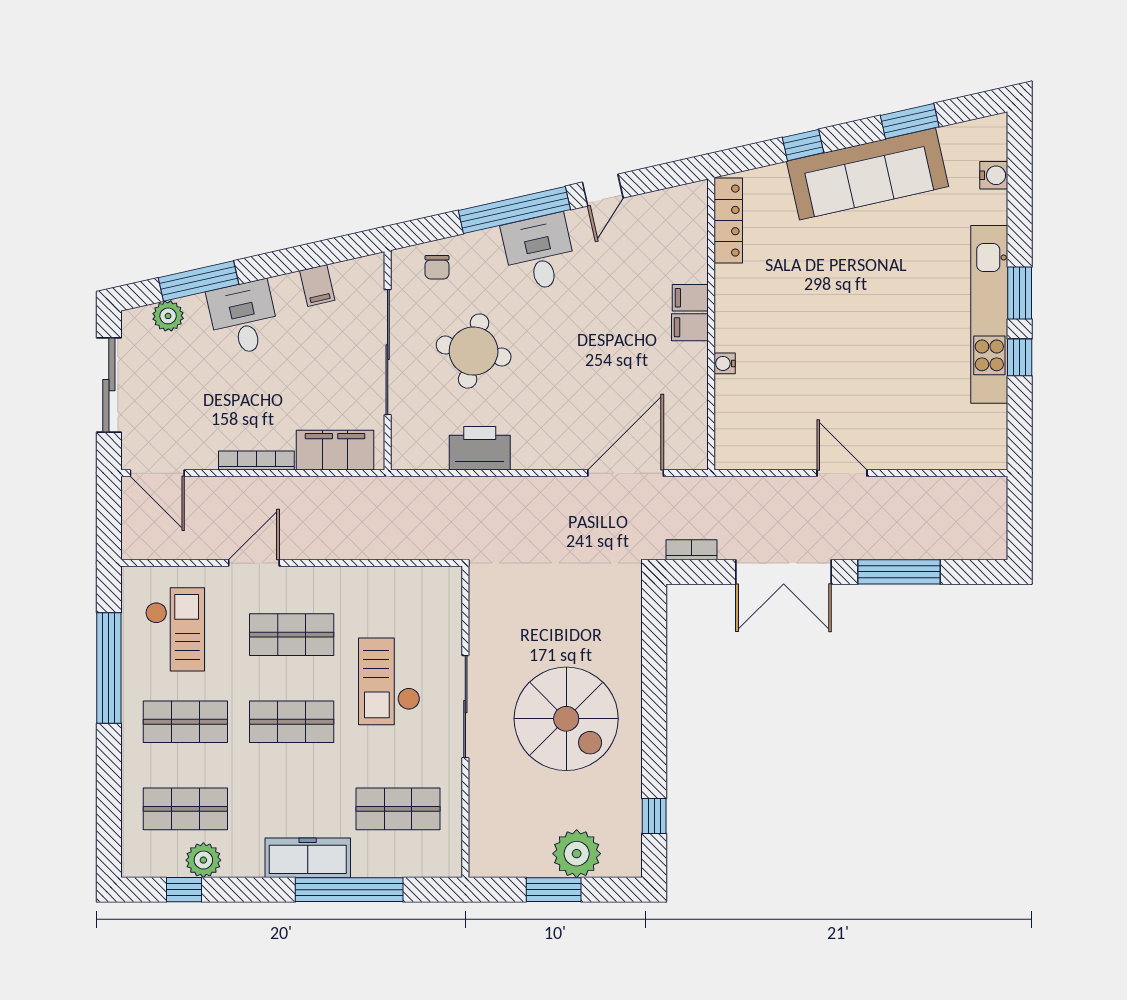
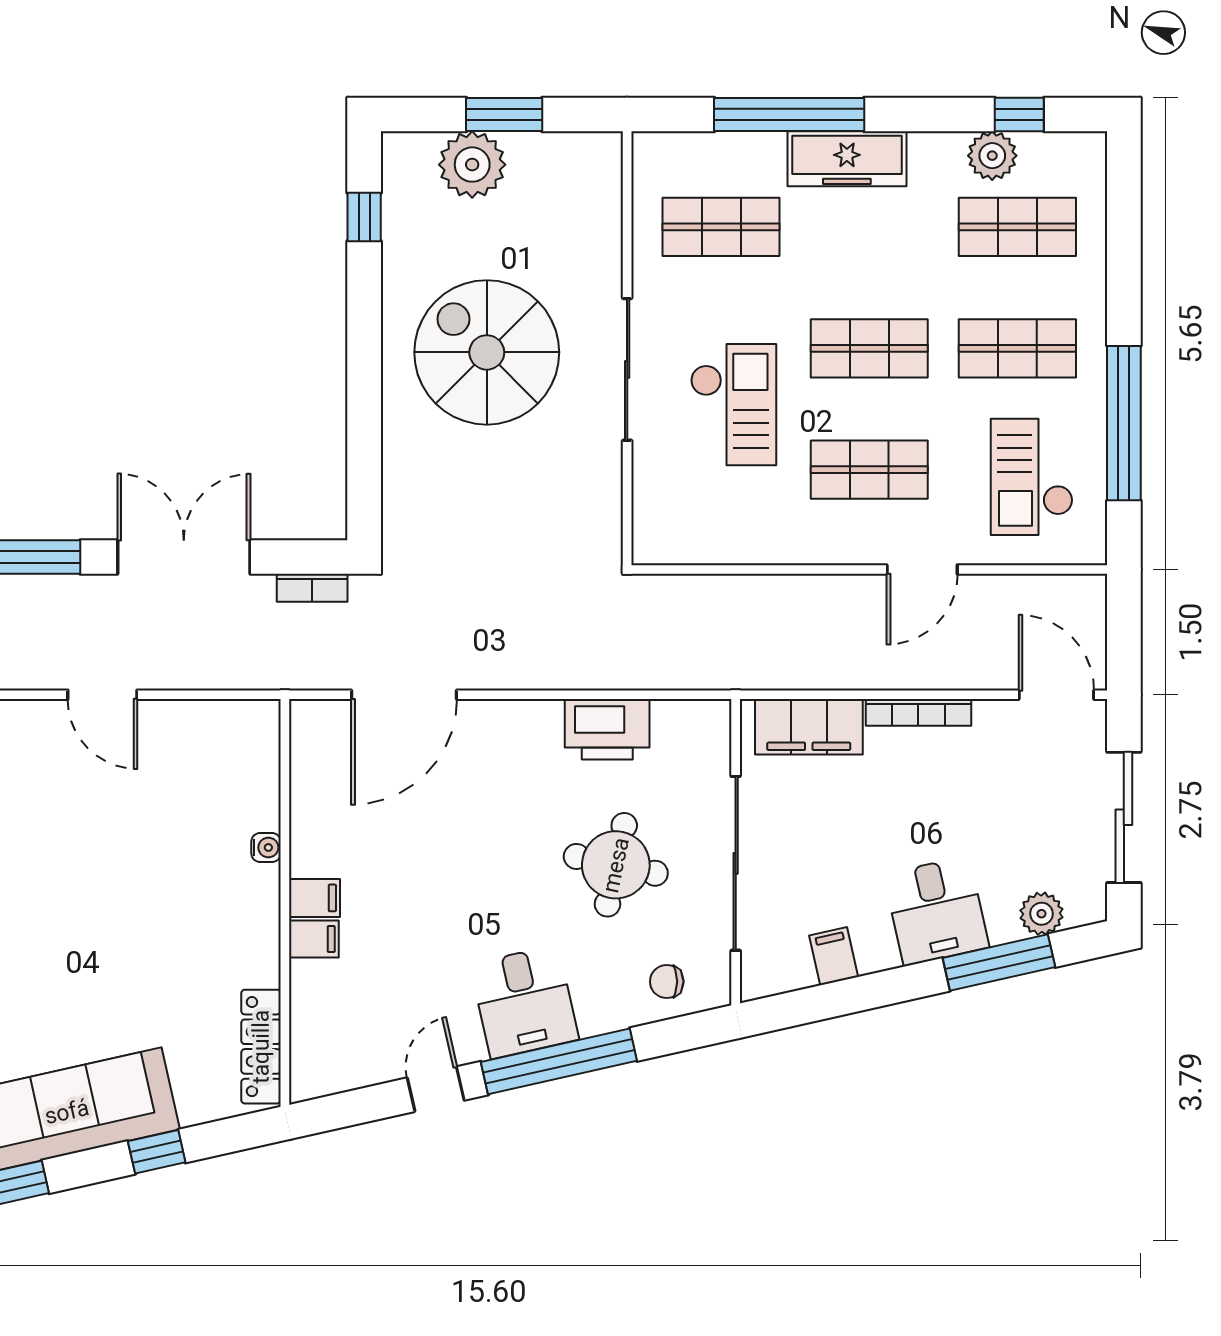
chair: (437, 267) -> (667, 982), turned -90

